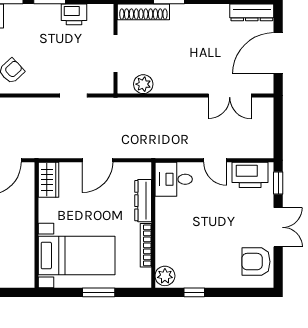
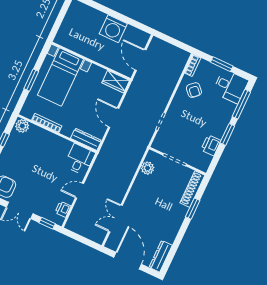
printer: (250, 175) -> (63, 209), width x0.53, depth x0.68
dresser: (143, 201) -> (86, 139), moved

